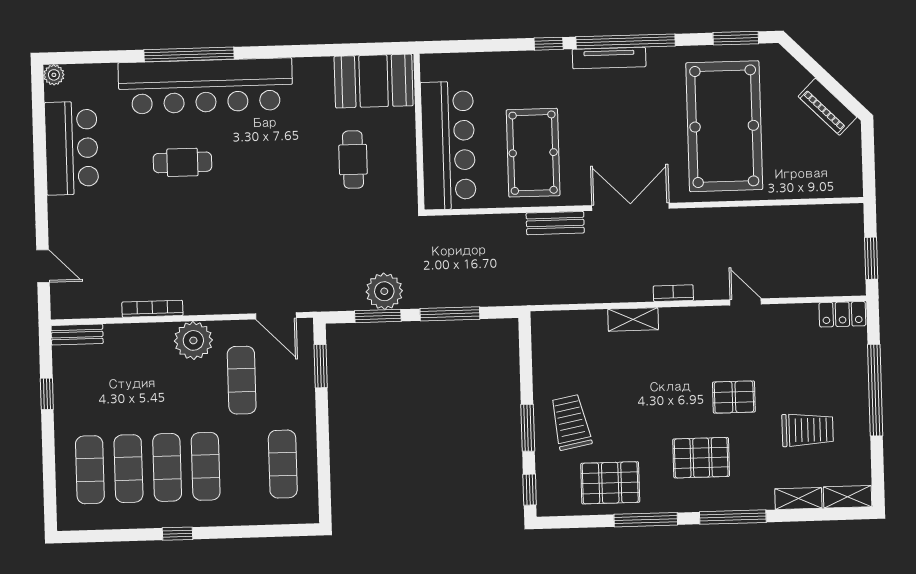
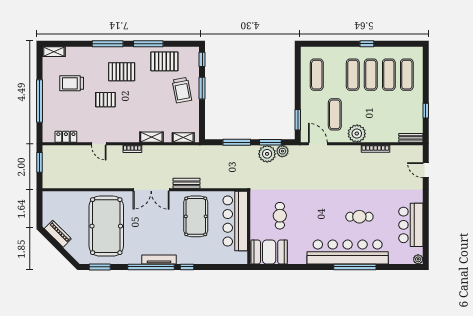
plant: (351, 298) -> (282, 151), added
locker: (842, 314) -> (66, 137), moved
shelving: (798, 499) -> (183, 138), moved

